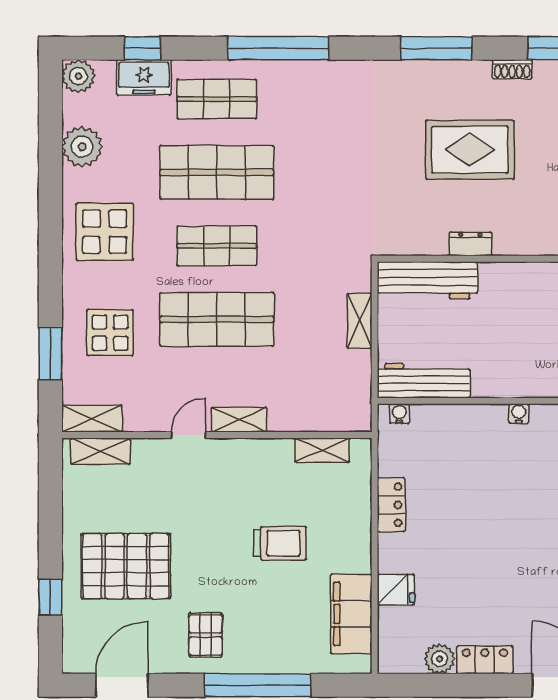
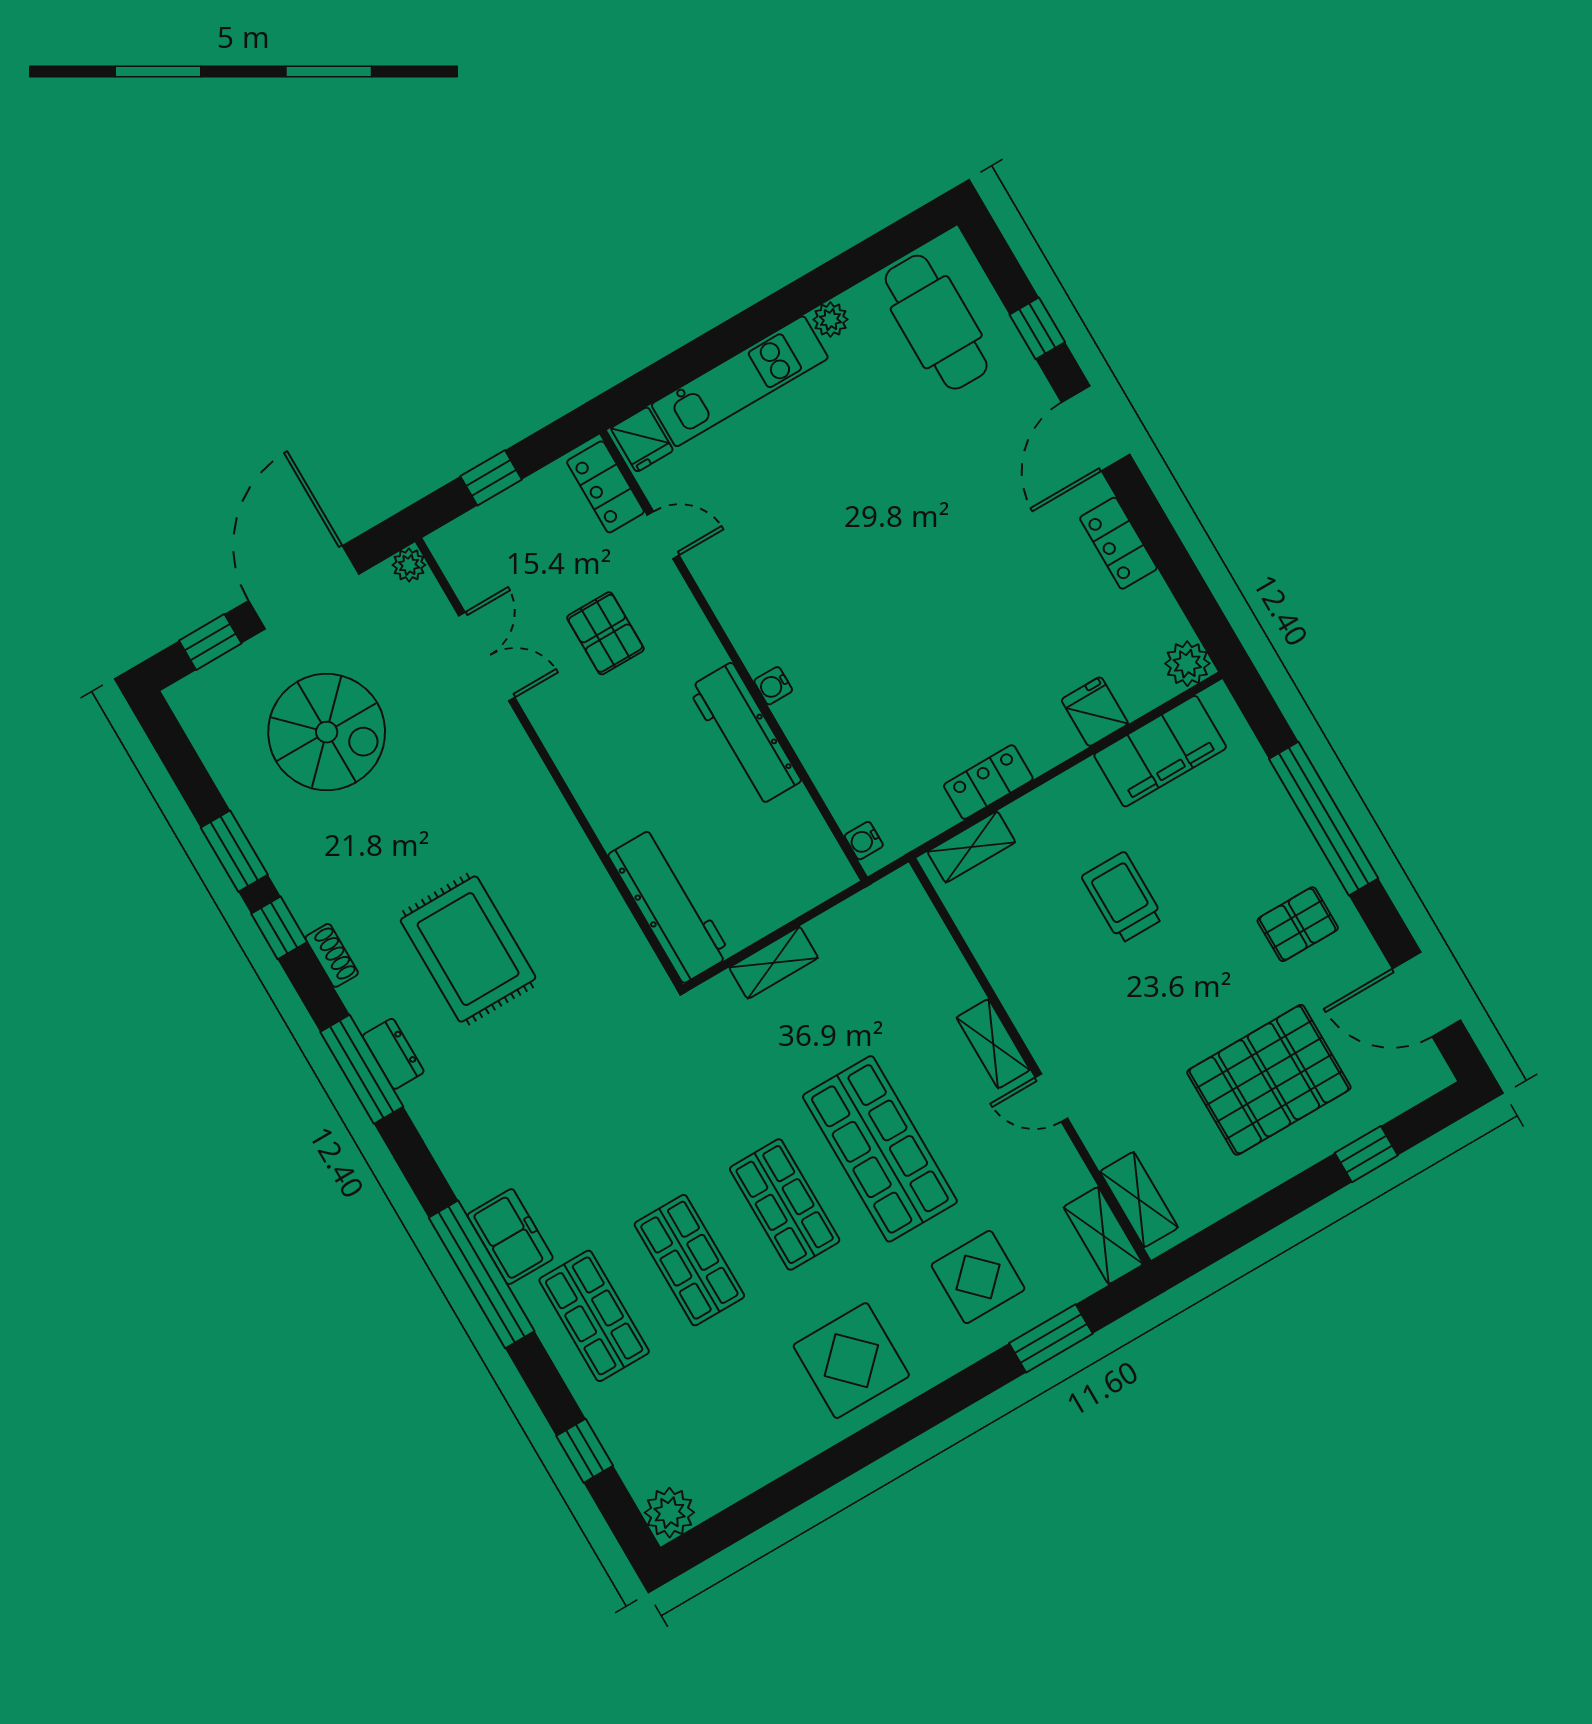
freezer: (144, 77) -> (510, 1237), moved
plant: (82, 147) -> (758, 1454), removed
shop shelf: (217, 172) -> (689, 1260), width x0.70, depth x0.74
dresser: (470, 244) -> (393, 1054), moved, turned 180
workbench: (424, 381) -> (745, 734), moved
shelving: (322, 450) -> (971, 847), moved, turned 90
pallet: (126, 566) -> (1269, 1080), turned 90
plant: (440, 659) -> (1187, 664), moved

